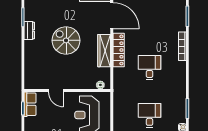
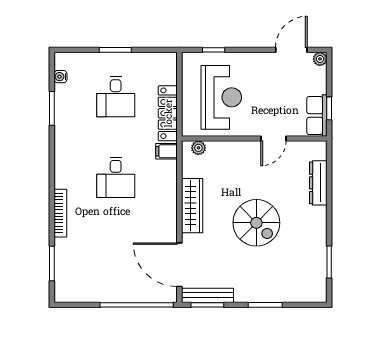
dresser: (29, 31) -> (318, 183), moved, width x1.44
locker: (119, 50) -> (168, 113), moved
filing cabinet: (119, 83) -> (167, 151), added
door: (56, 90) -> (273, 139), swing flipped

